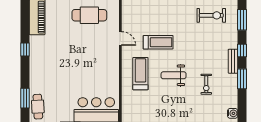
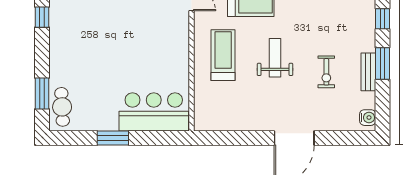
bench: (233, 61) -> (368, 72), moved
weight bench: (174, 75) -> (275, 58), turned 90

